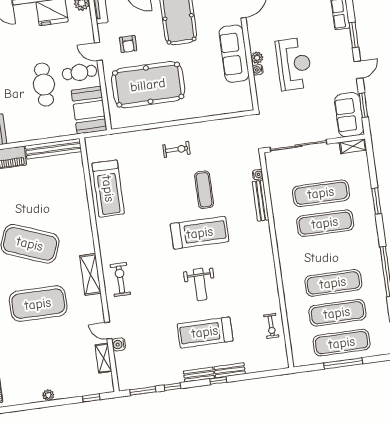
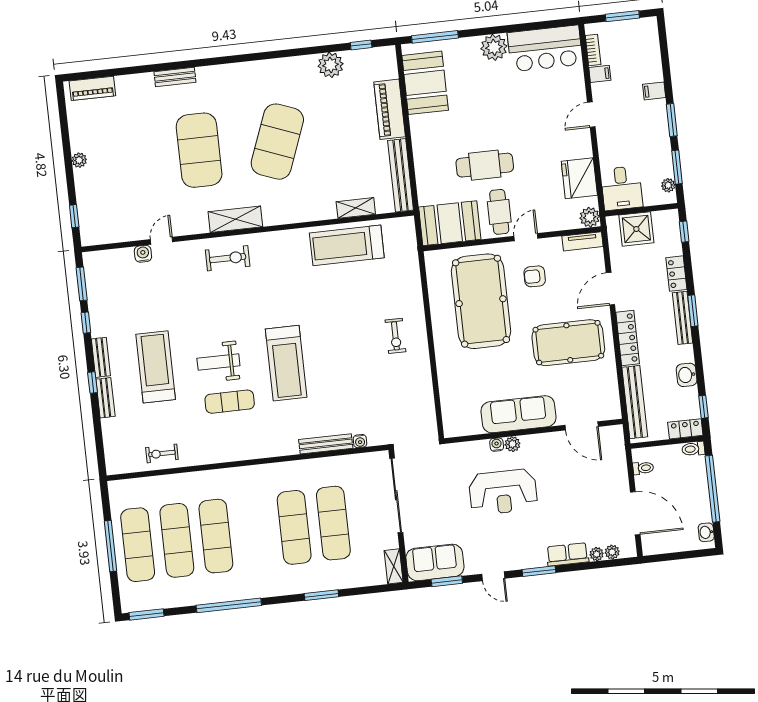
exercise mat: (204, 190) -> (230, 402), moved
shelving: (103, 358) -> (356, 208), moved

